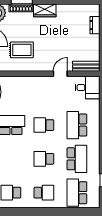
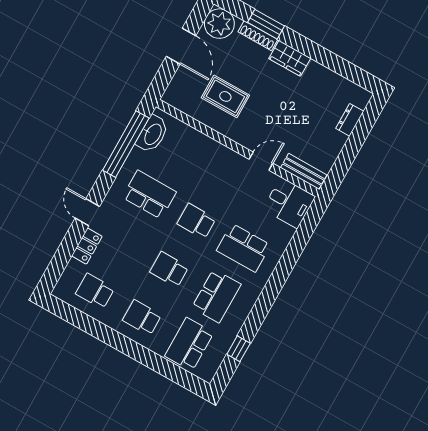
school desk: (77, 125) -> (244, 248), turned -90
school desk: (44, 193) -> (142, 318), turned 180

